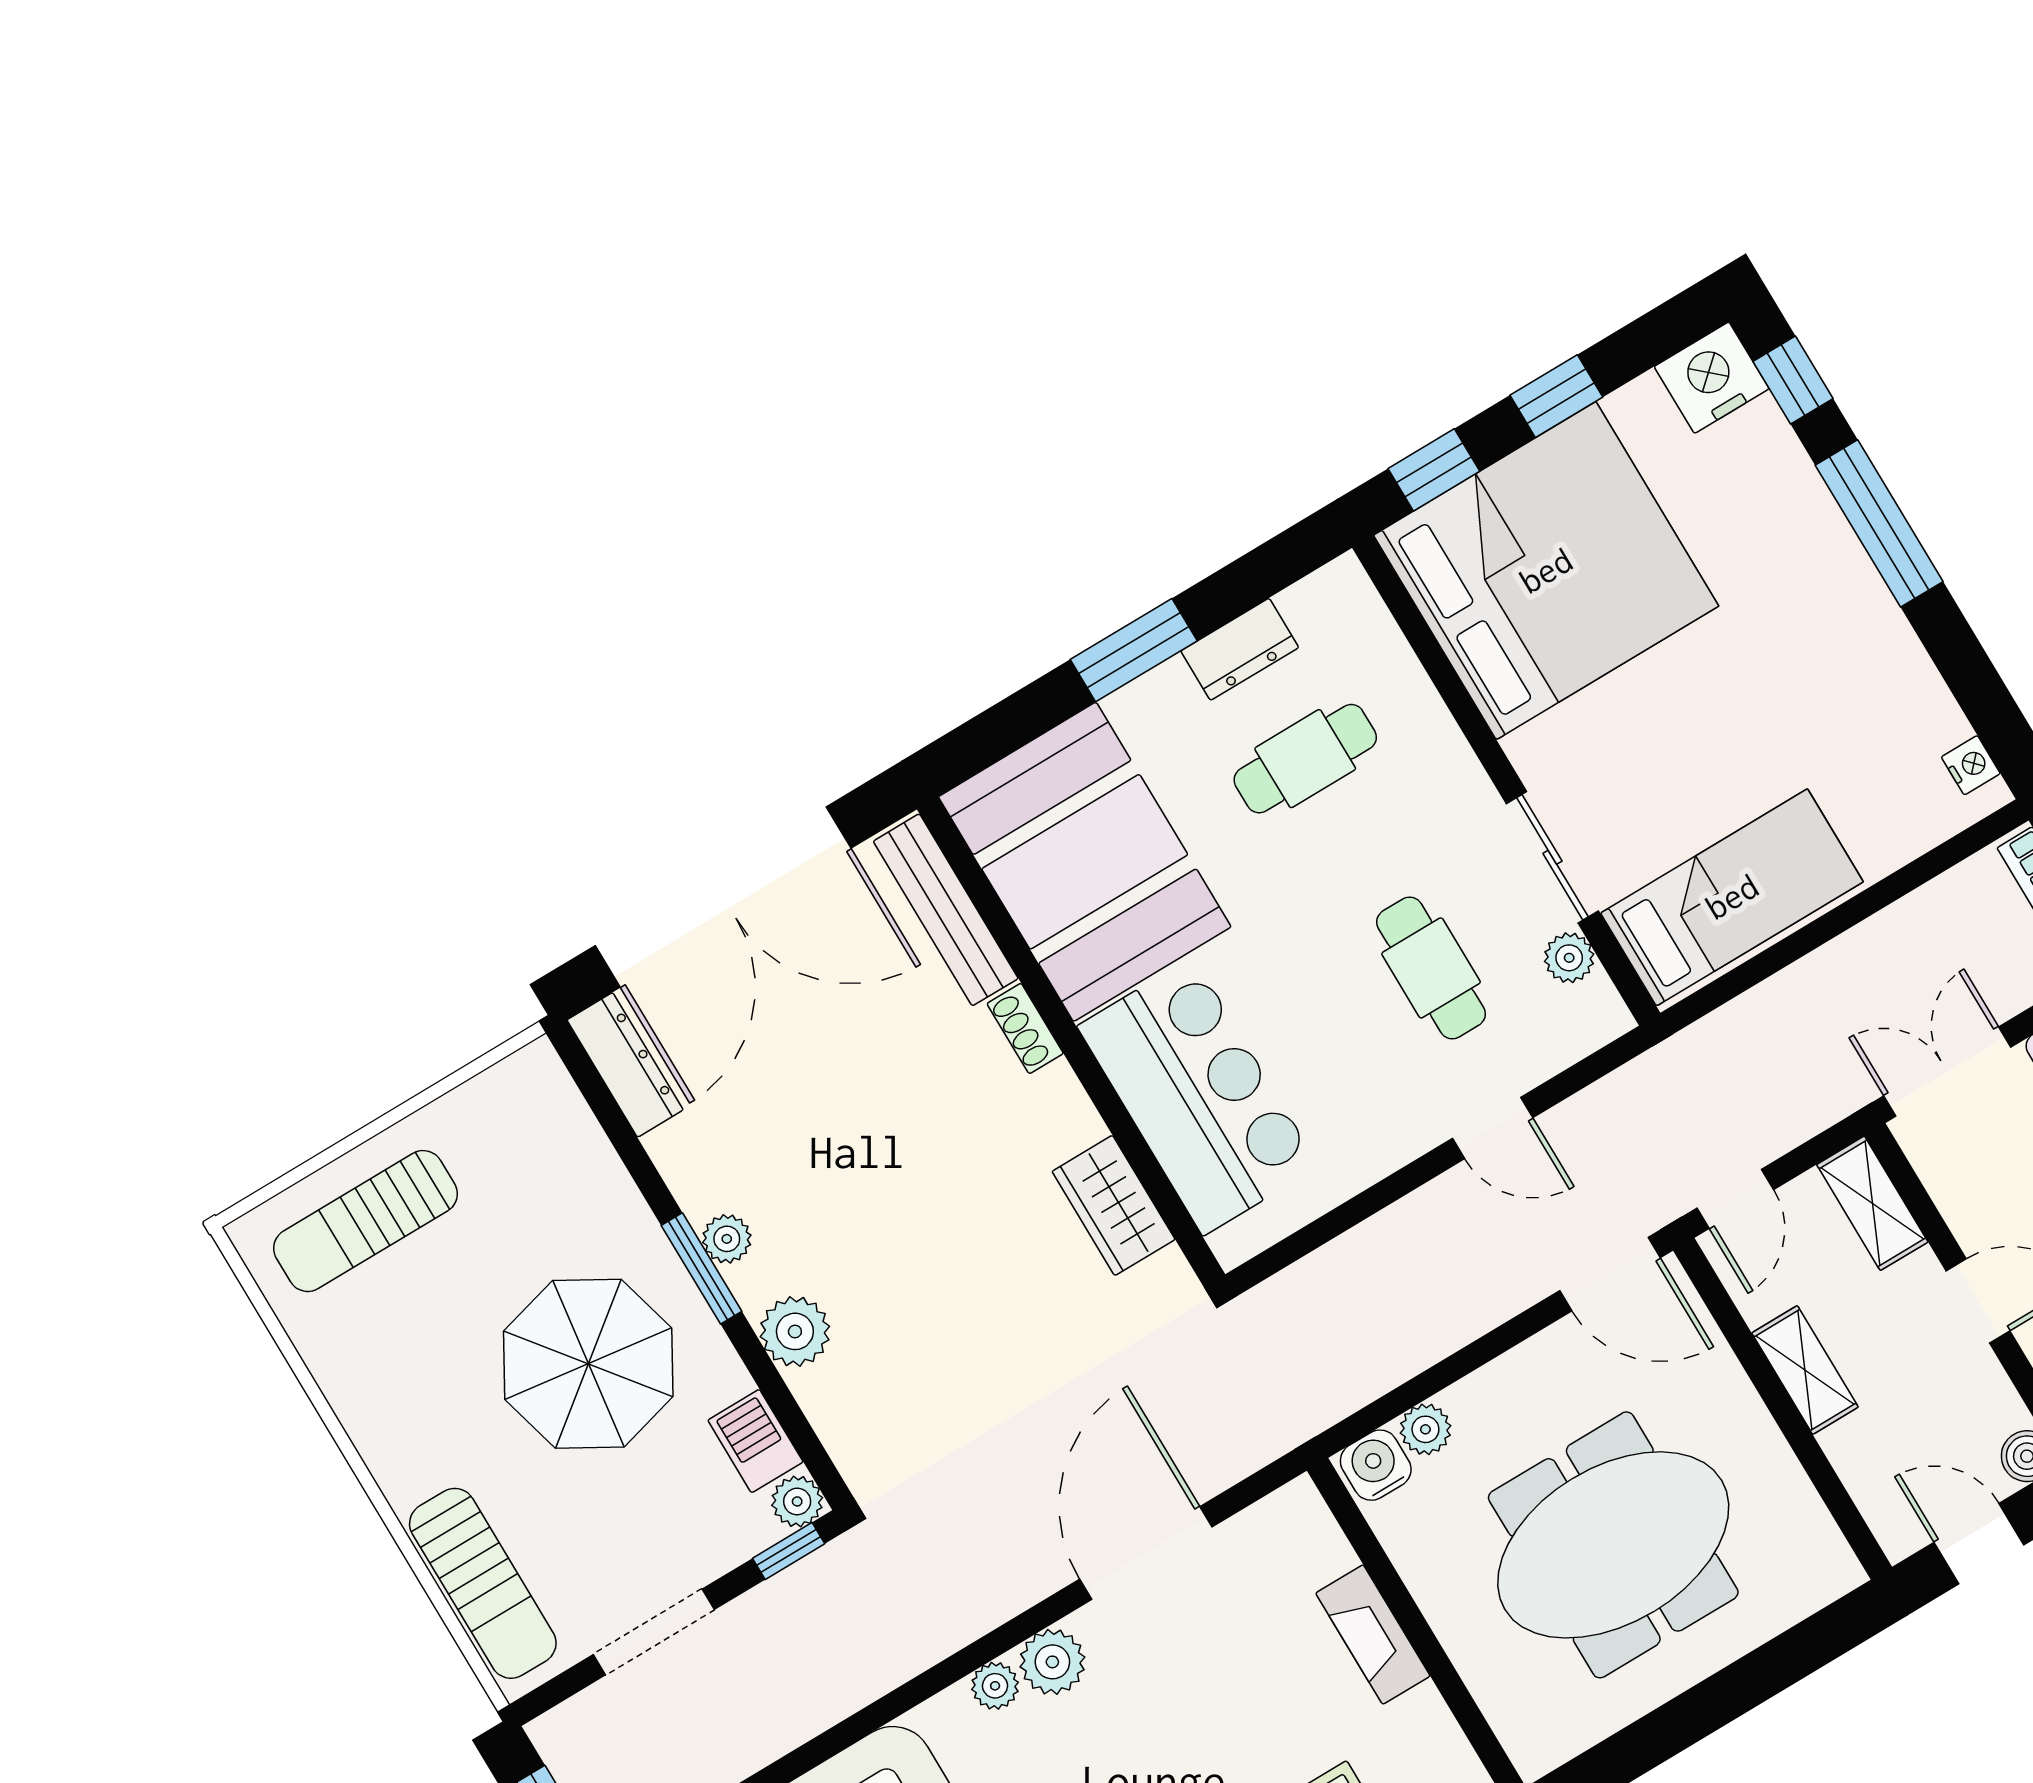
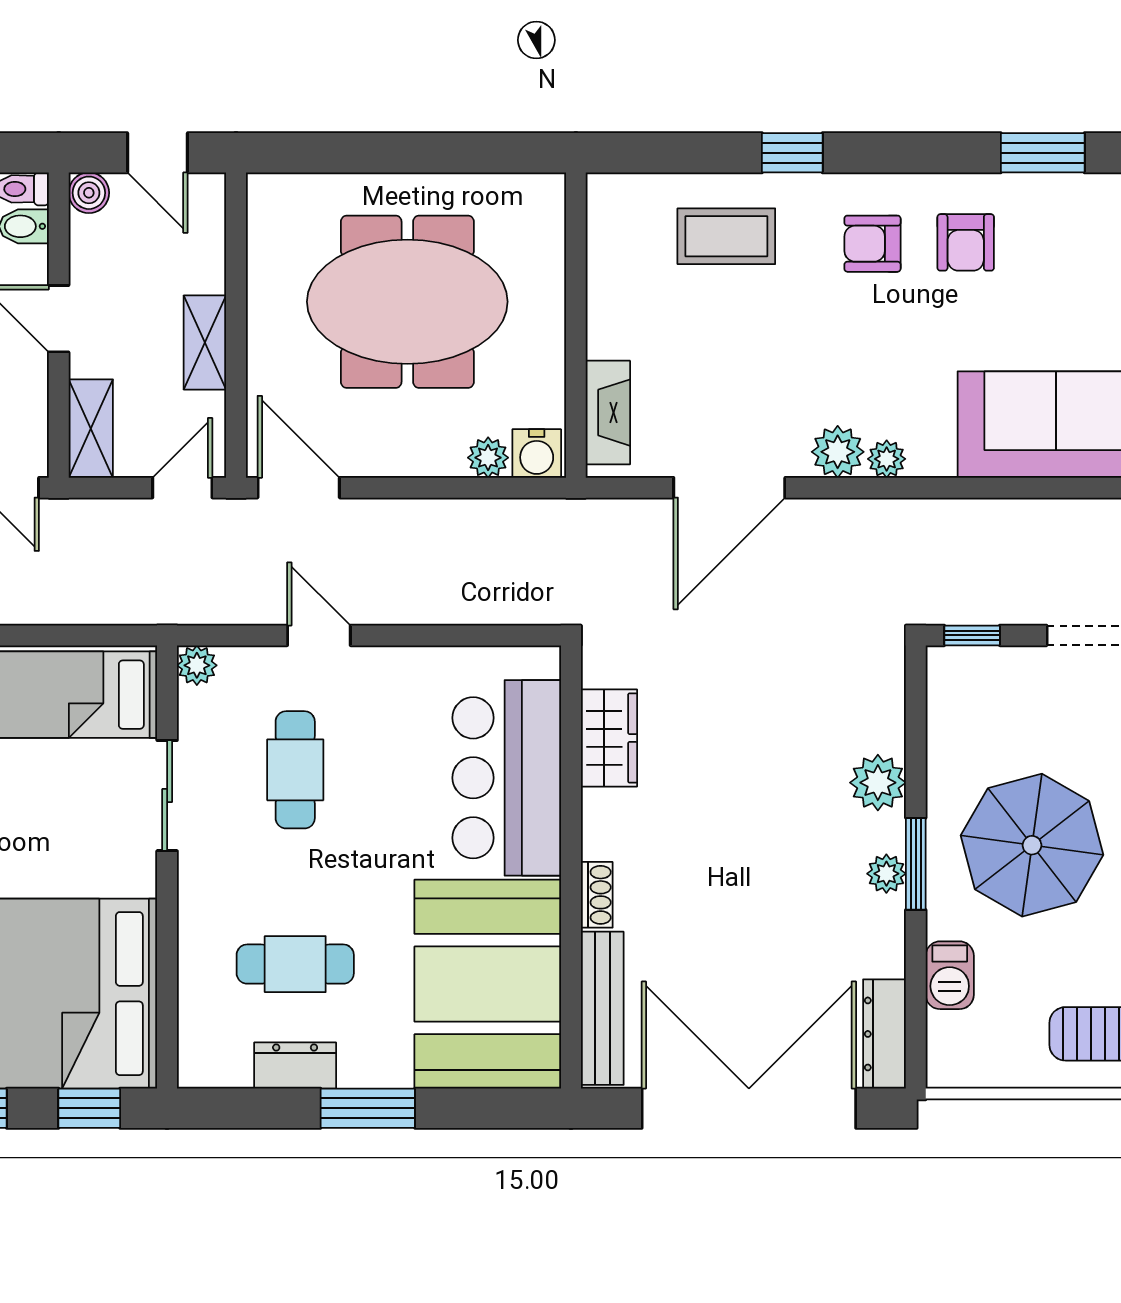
plant: (1569, 958) -> (197, 665), moved
barbecue: (755, 1441) -> (950, 975), moved
plant: (797, 1501) -> (946, 666), removed
fireplace: (1373, 1634) -> (608, 413), moved

